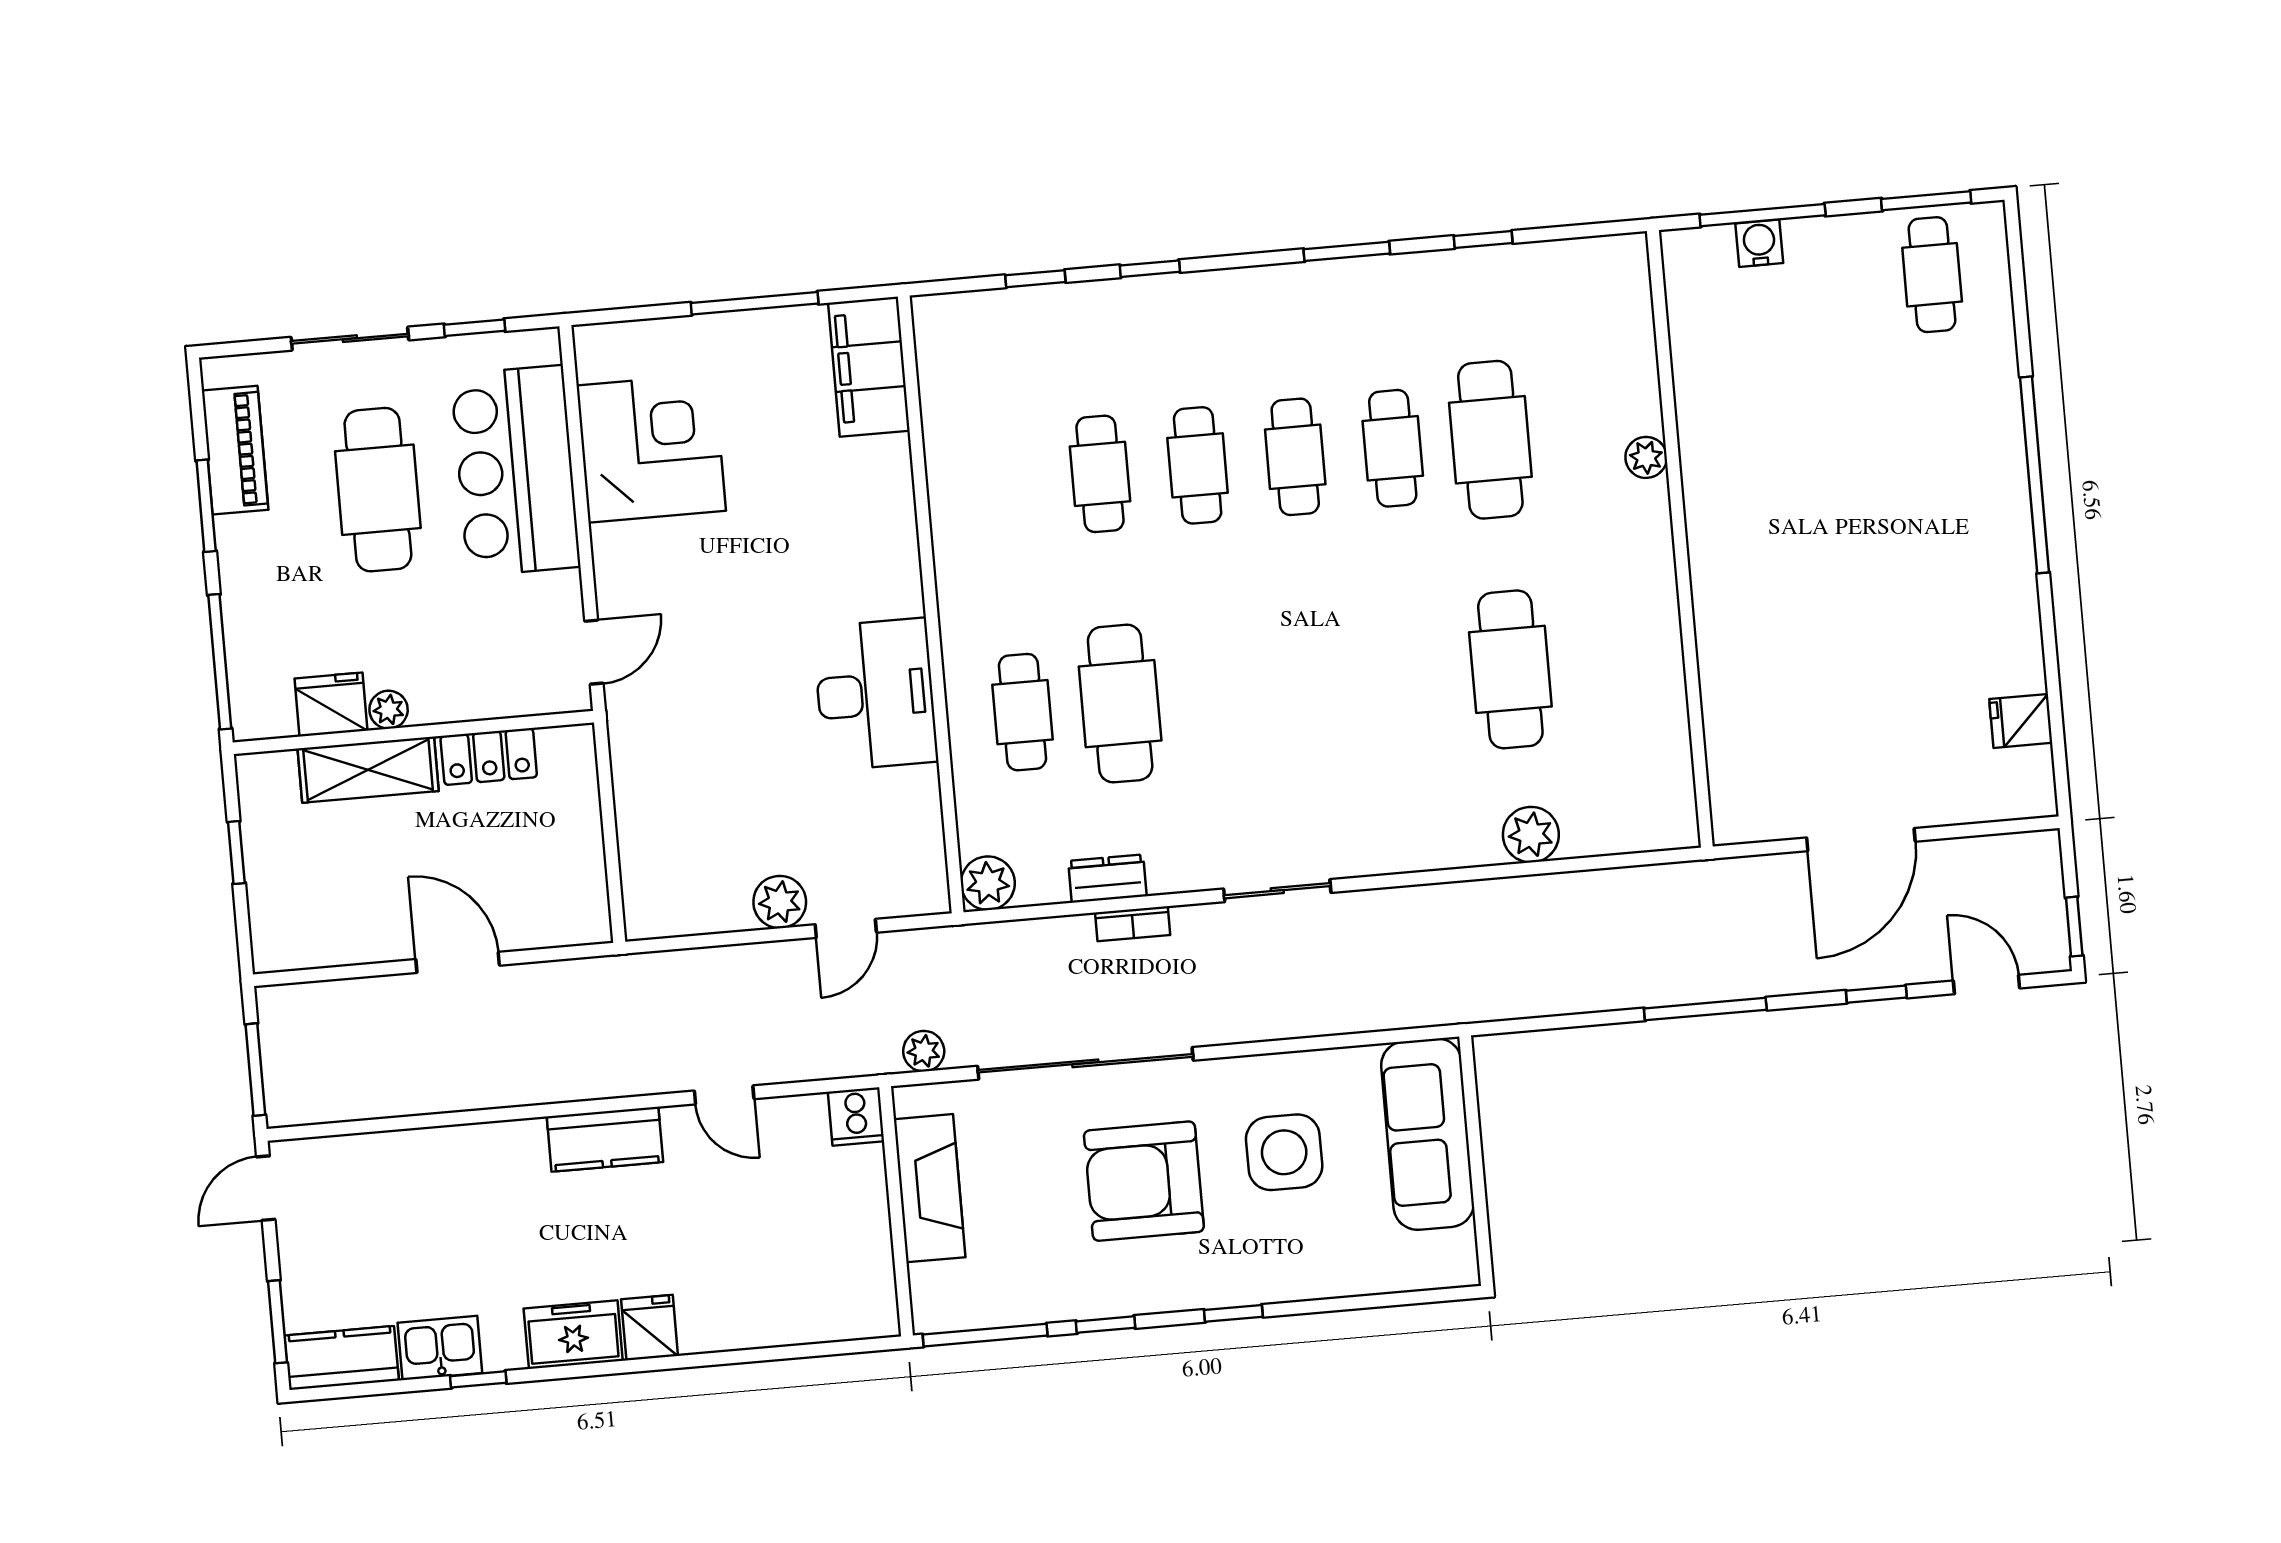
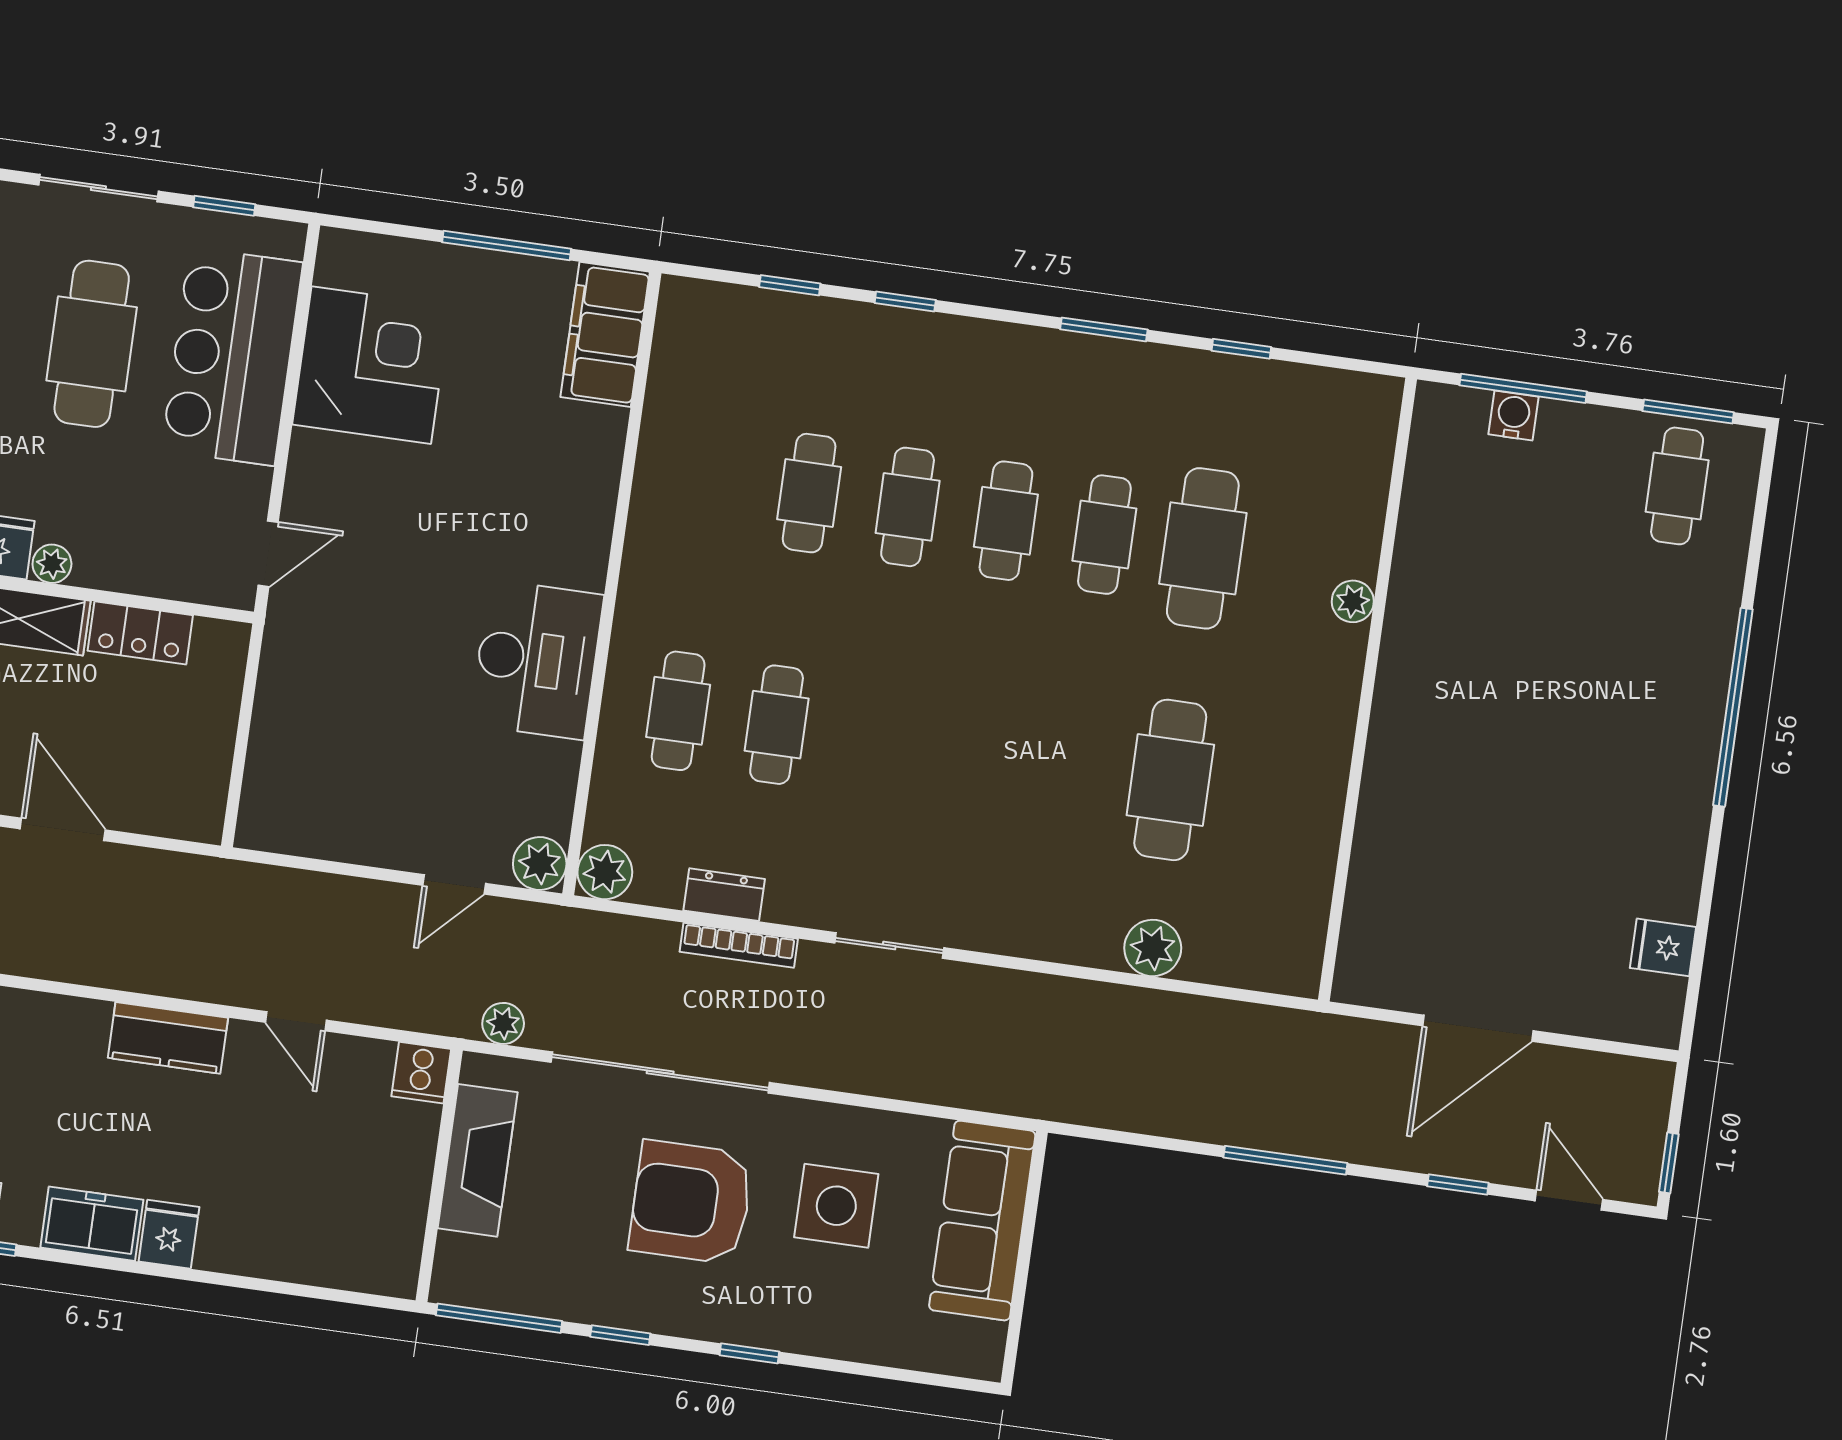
cafe table: (1120, 704) -> (777, 725), width x0.73, depth x0.74
plant: (780, 902) -> (540, 864), moved
bookcase: (1133, 924) -> (739, 945), width x1.56

